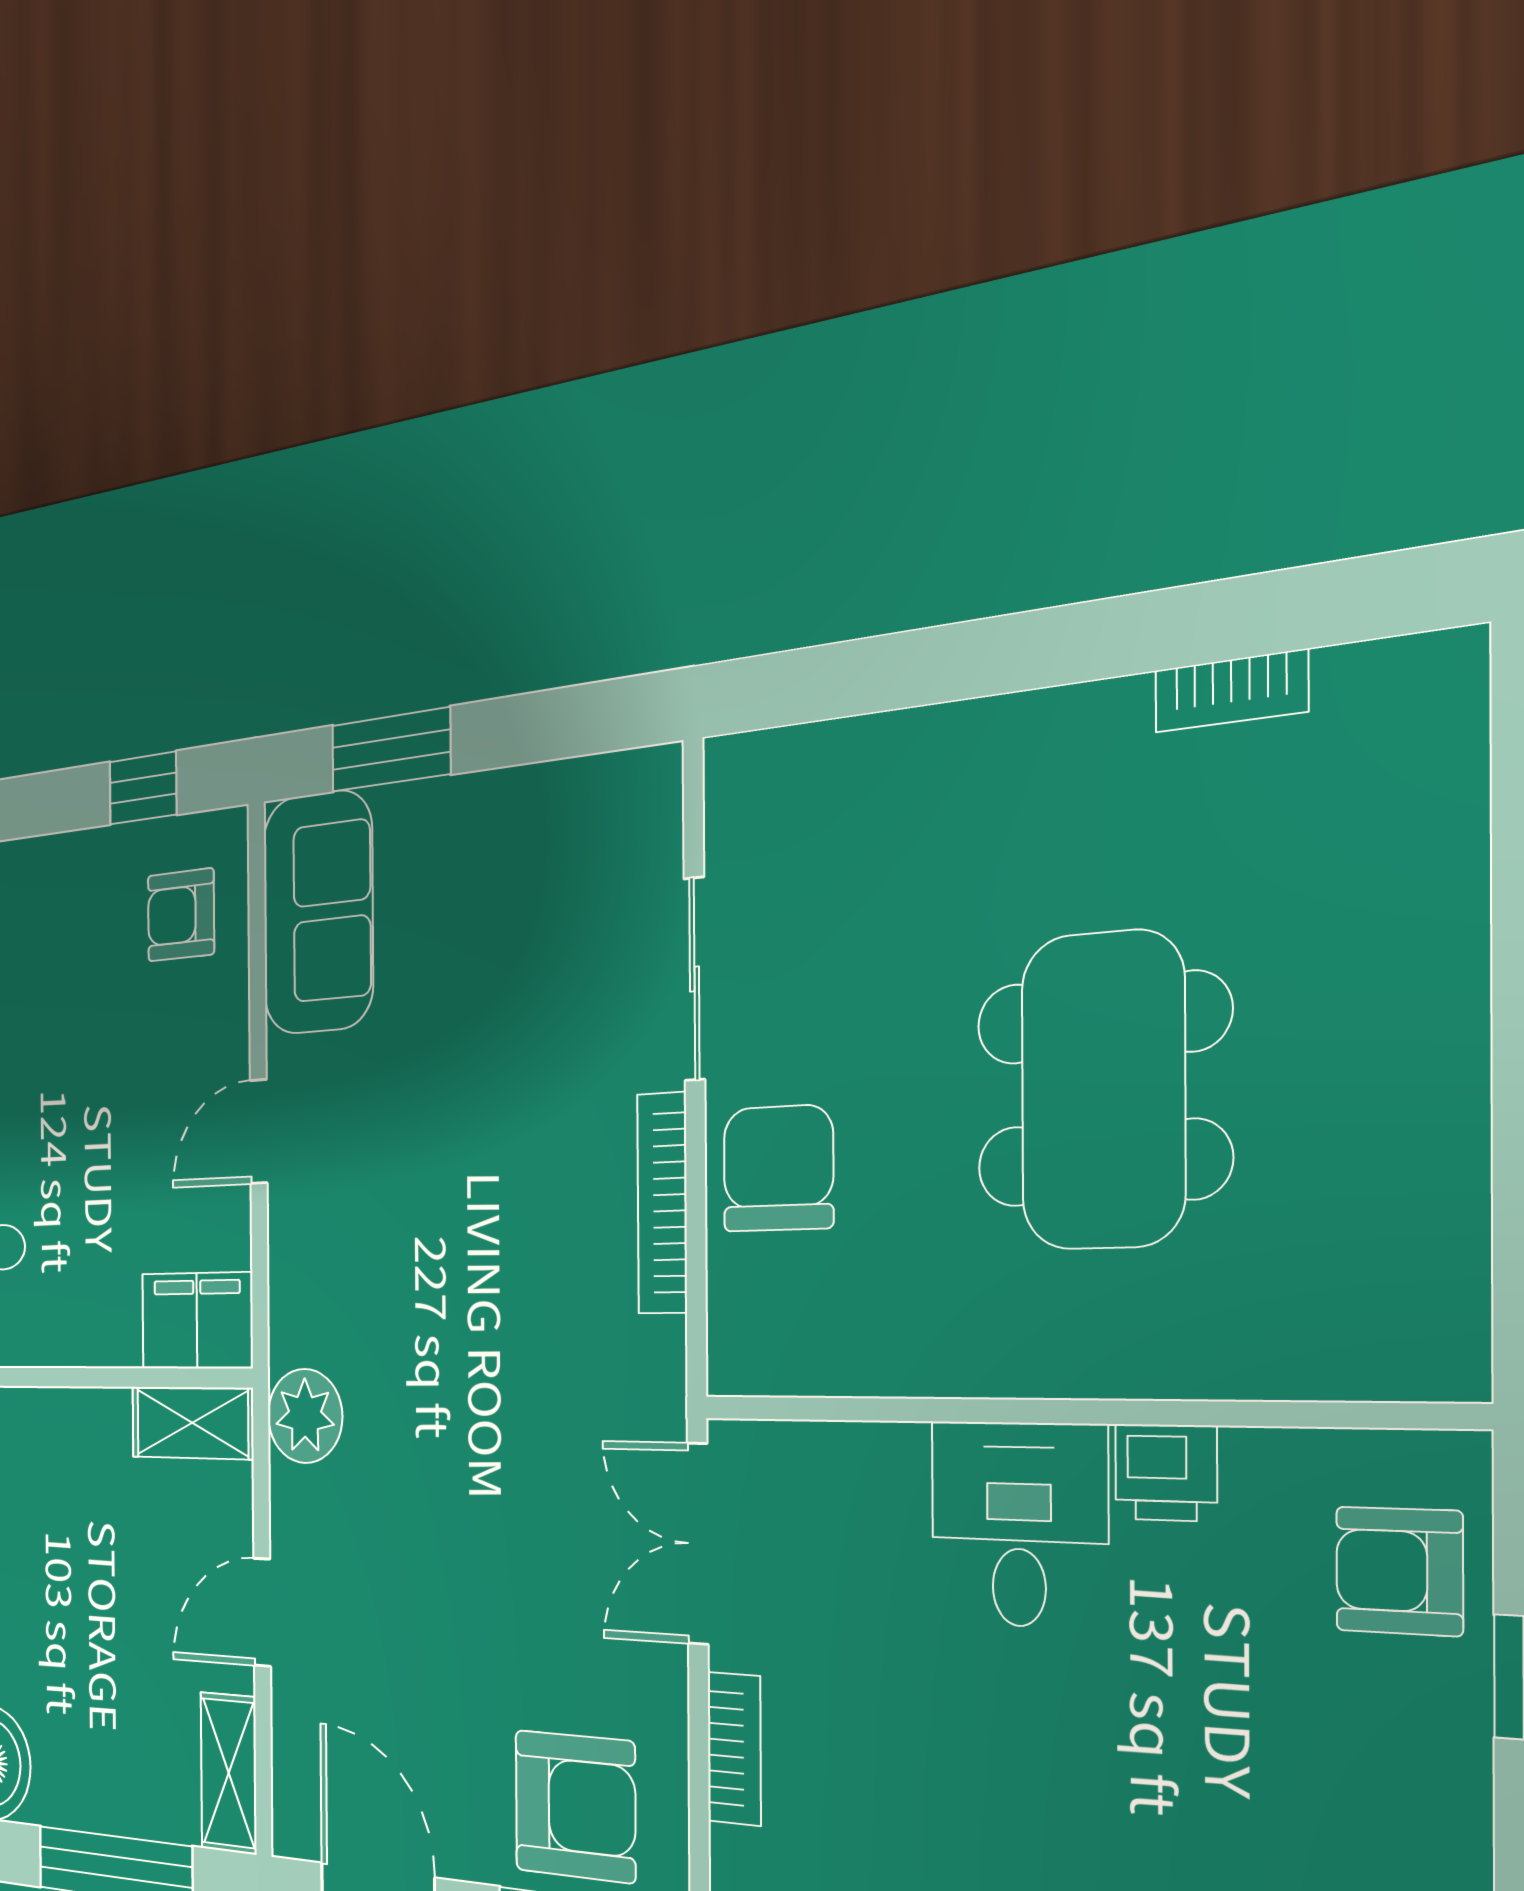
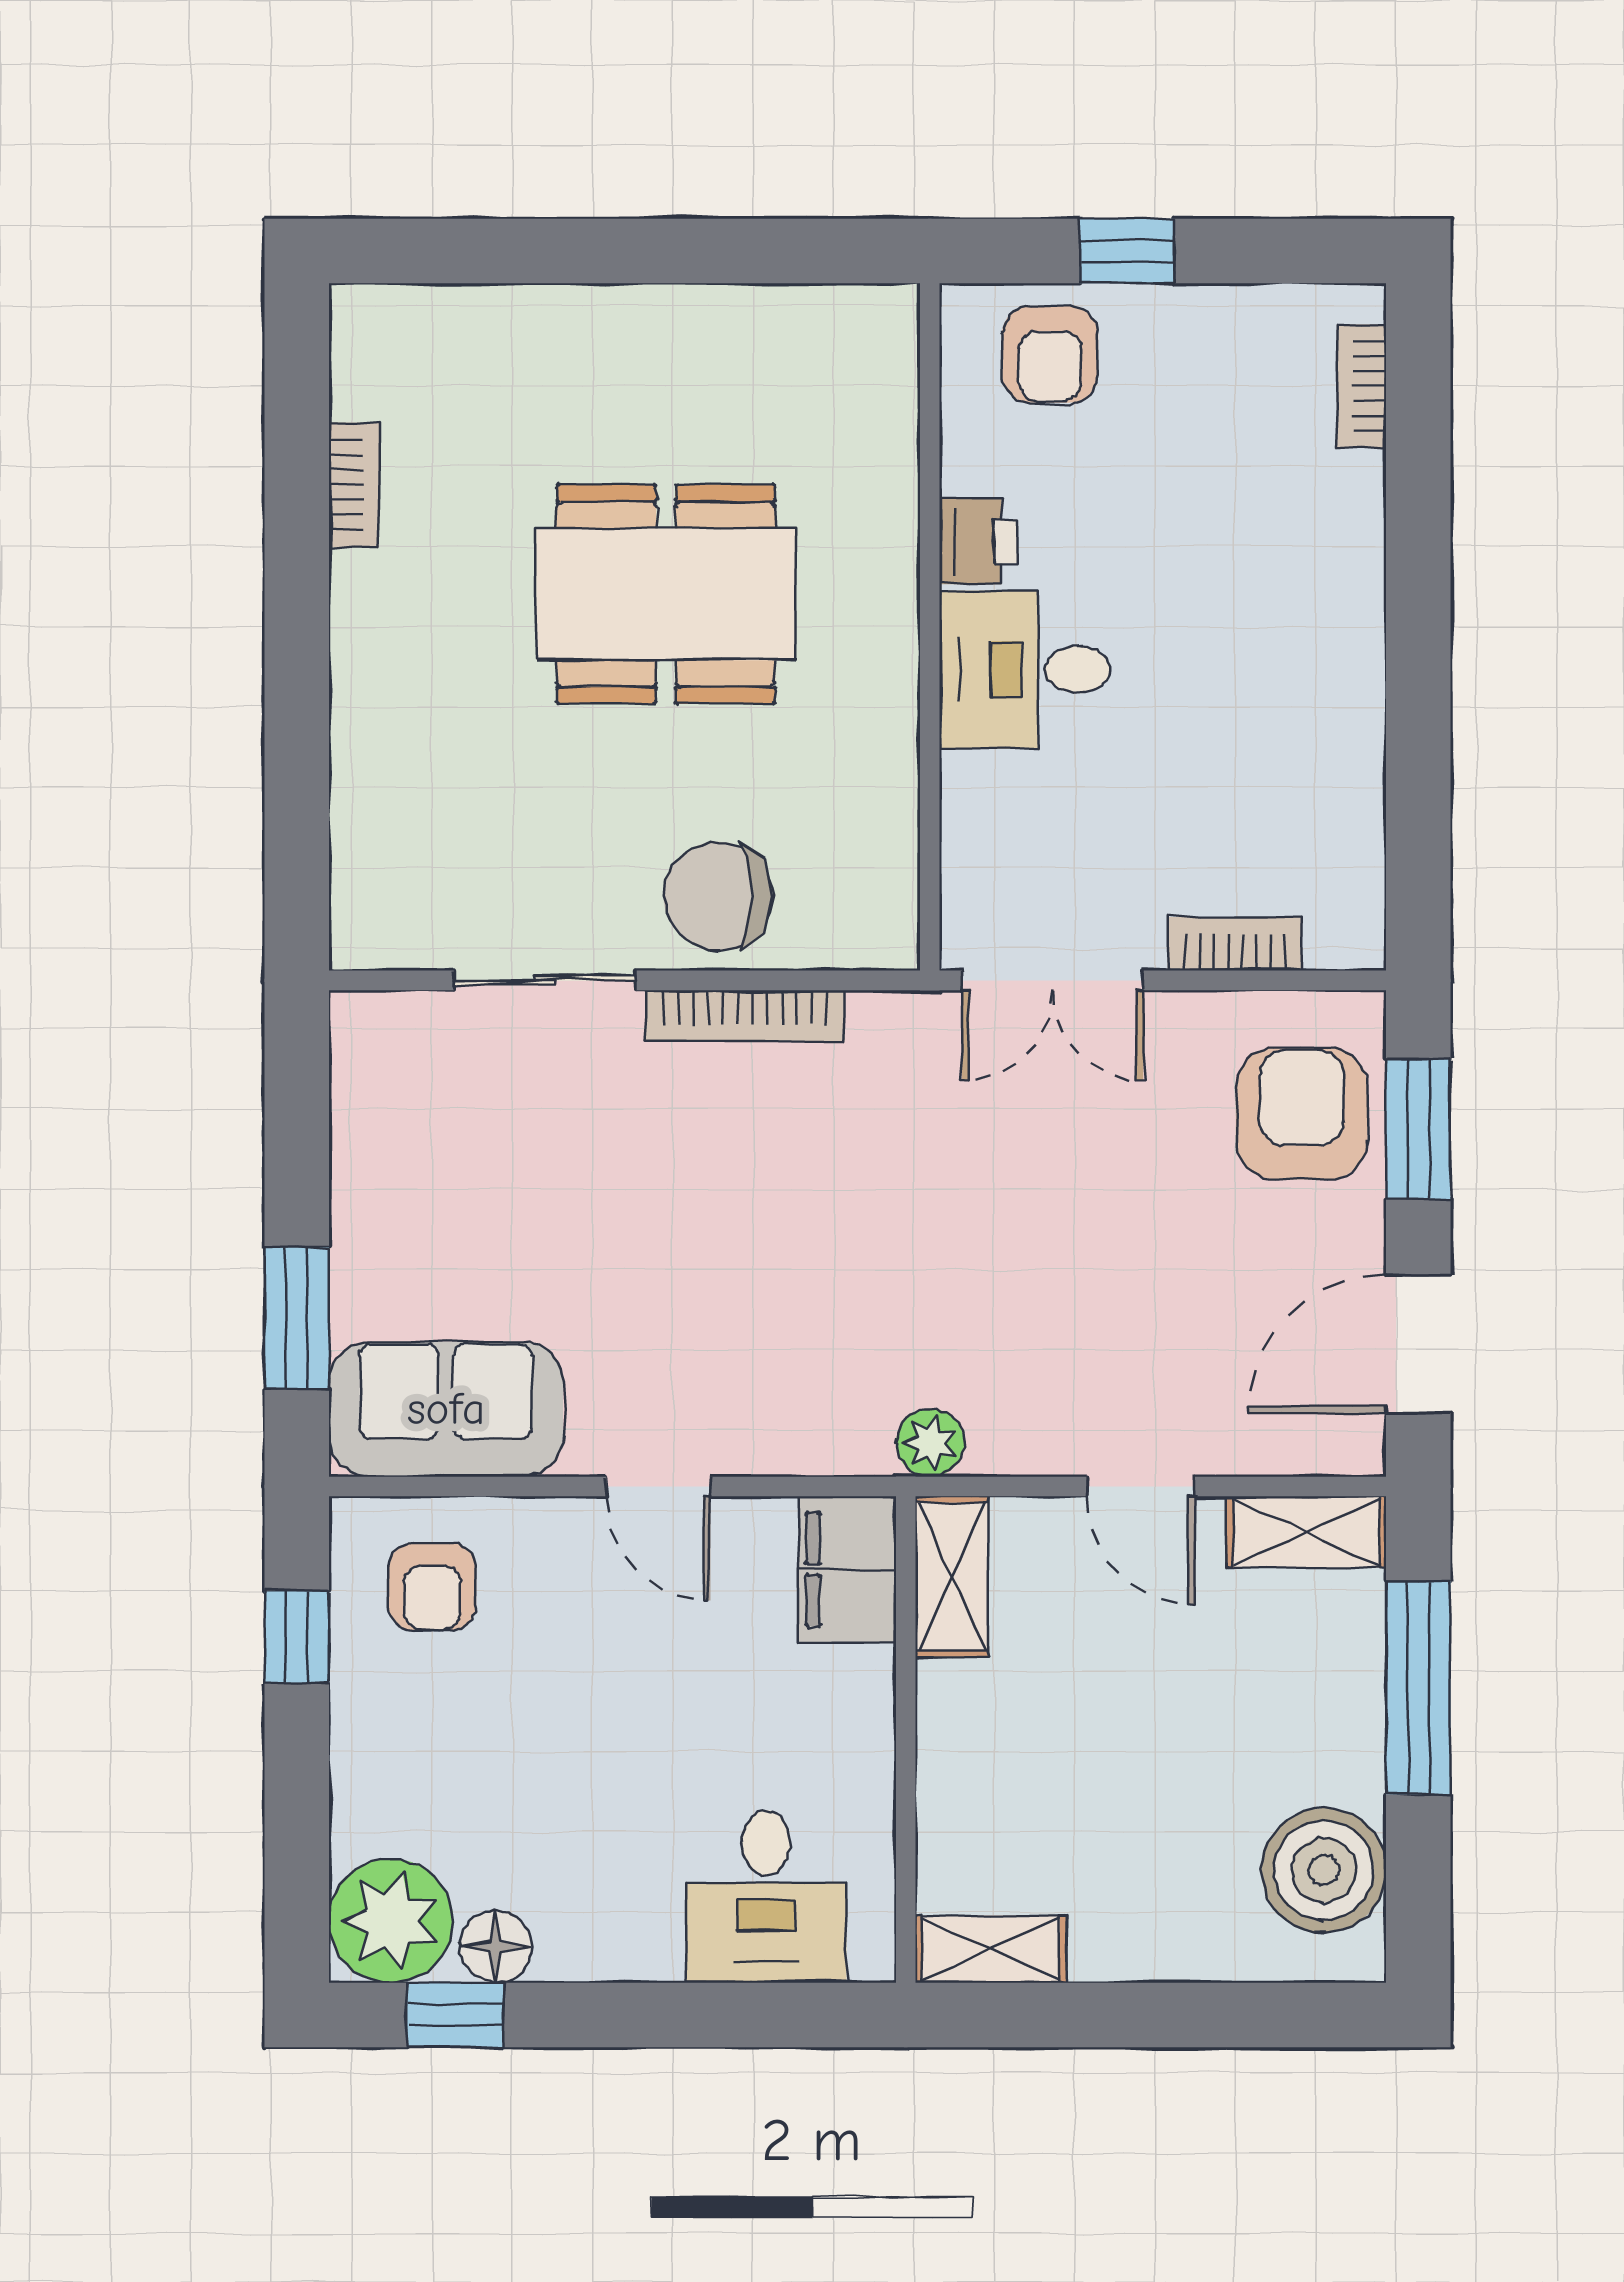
plant: (305, 1416) -> (930, 1443), width x0.73, depth x0.73

